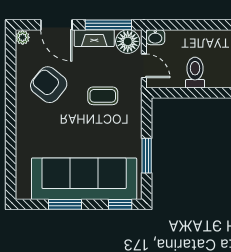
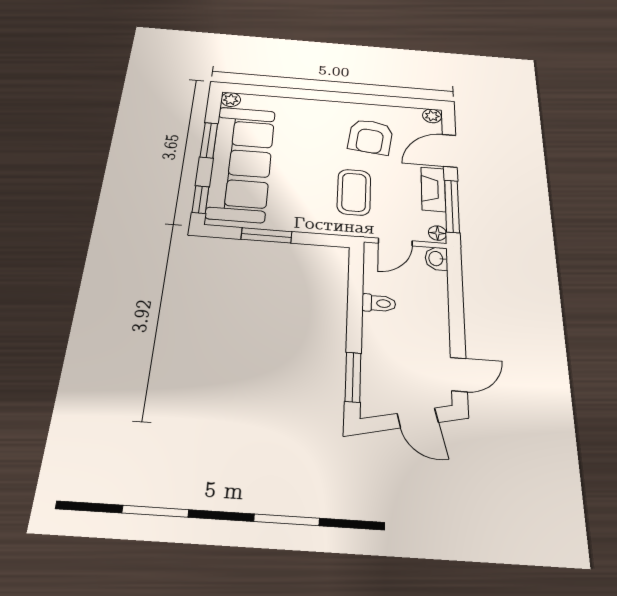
floor lamp: (128, 41) -> (438, 233), width x0.53, depth x0.53
toilet: (195, 73) -> (379, 303), width x0.73, depth x0.72
armchair: (49, 85) -> (370, 137), turned 148
coffee table: (103, 96) -> (354, 192), width x1.36, depth x1.30
plant: (23, 192) -> (231, 100), added

